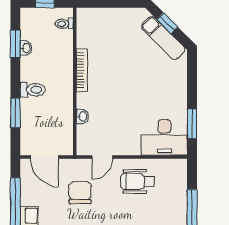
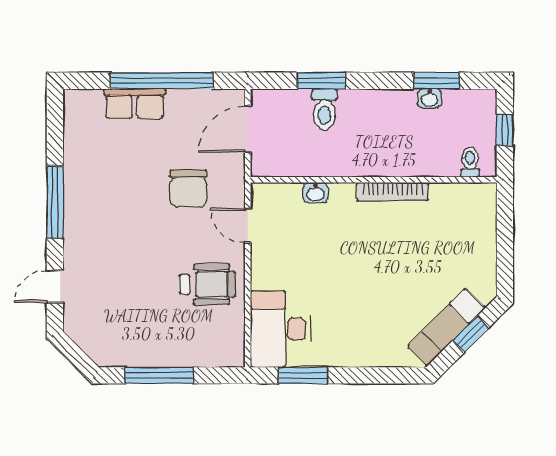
toilet: (33, 90) -> (324, 109), moved
wheelchair: (137, 181) -> (207, 284), turned 90
chair: (80, 193) -> (188, 188), turned 90

